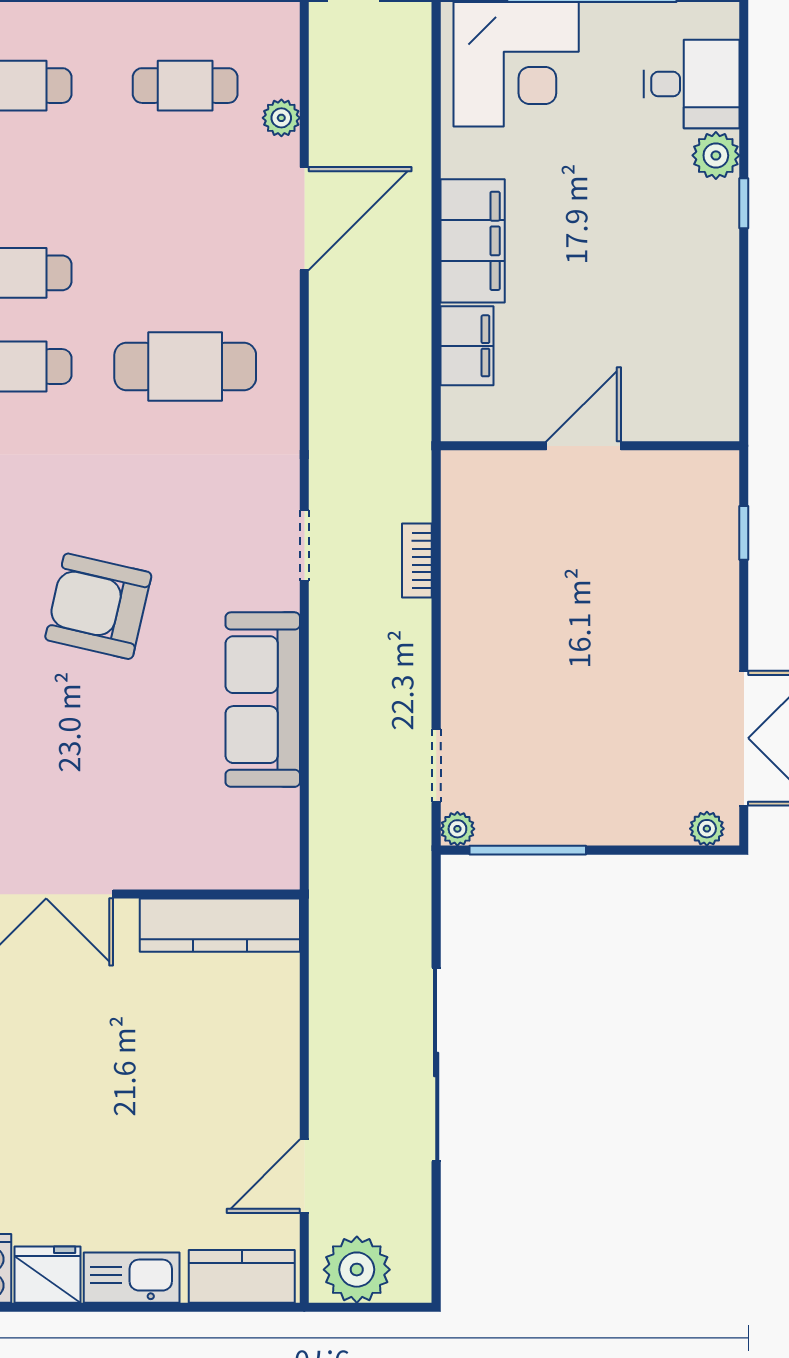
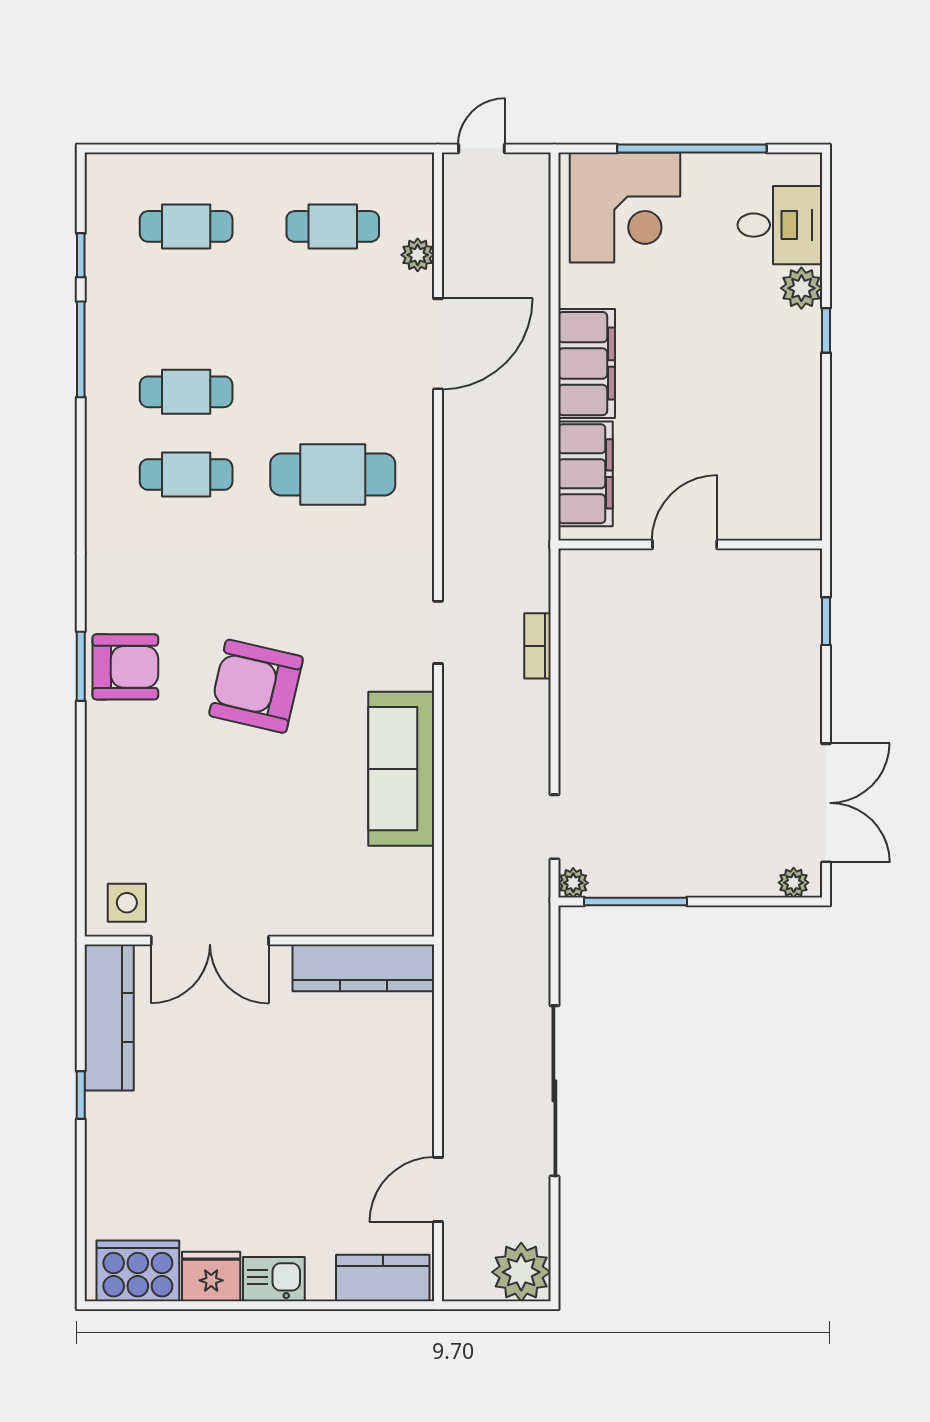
filing cabinet: (467, 346) -> (586, 474), width x1.50, depth x1.17
plant: (357, 1270) -> (521, 1272), moved
kitchen sink: (132, 1278) -> (274, 1279), width x0.73

